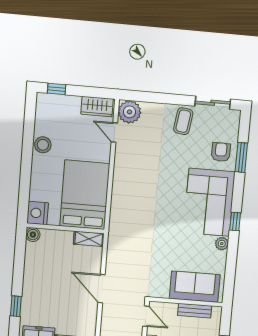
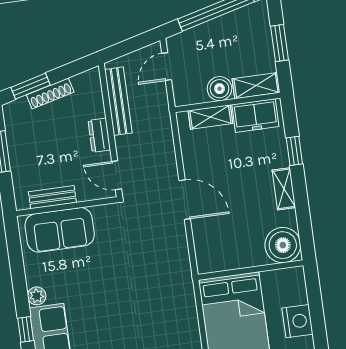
nightstand: (38, 213) -> (297, 321), moved
boiler: (33, 235) -> (283, 245), width x1.86, depth x1.86
shelving: (89, 239) -> (284, 189), moved, turned 90

